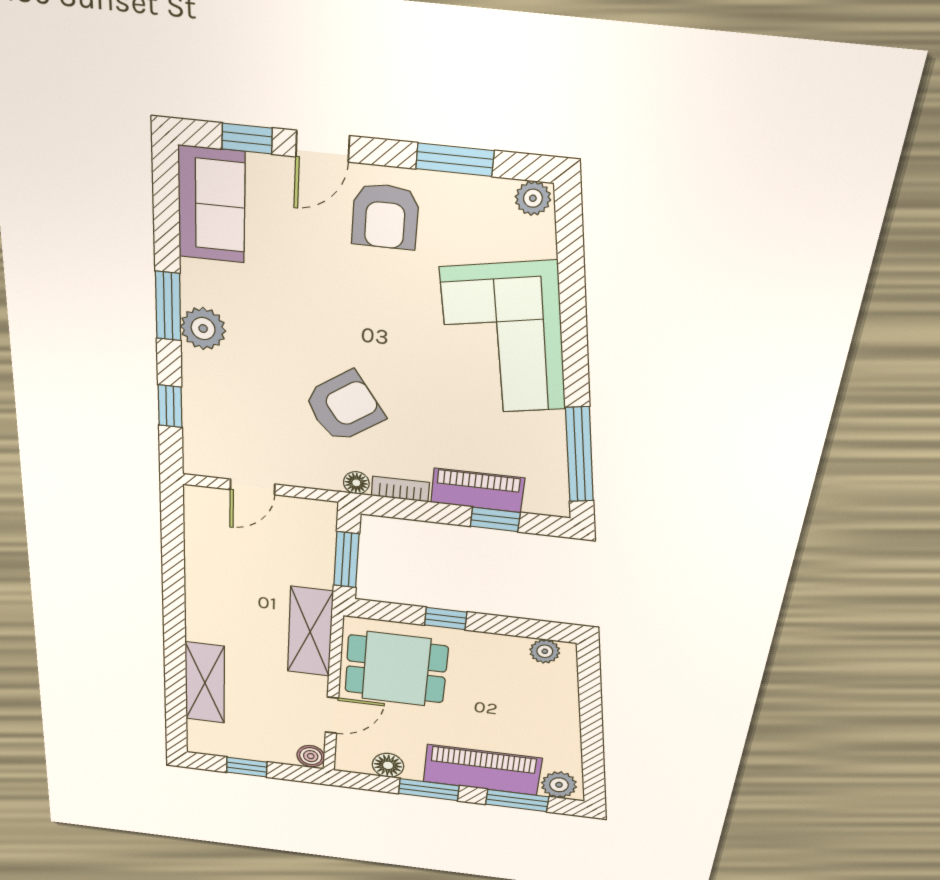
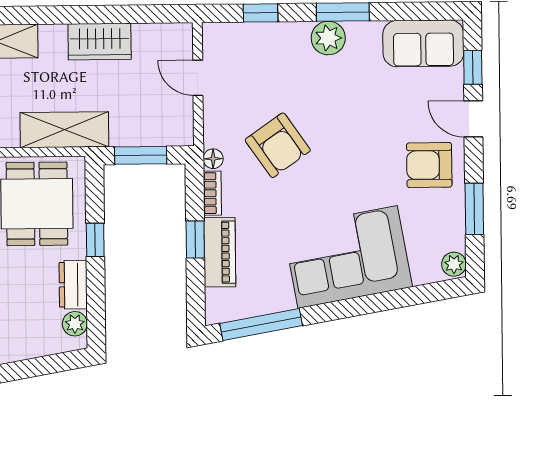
window: (495, 519) -> (195, 239), moved
wardrobe: (206, 584) -> (100, 42), added
dresser: (497, 647) -> (73, 285), added

